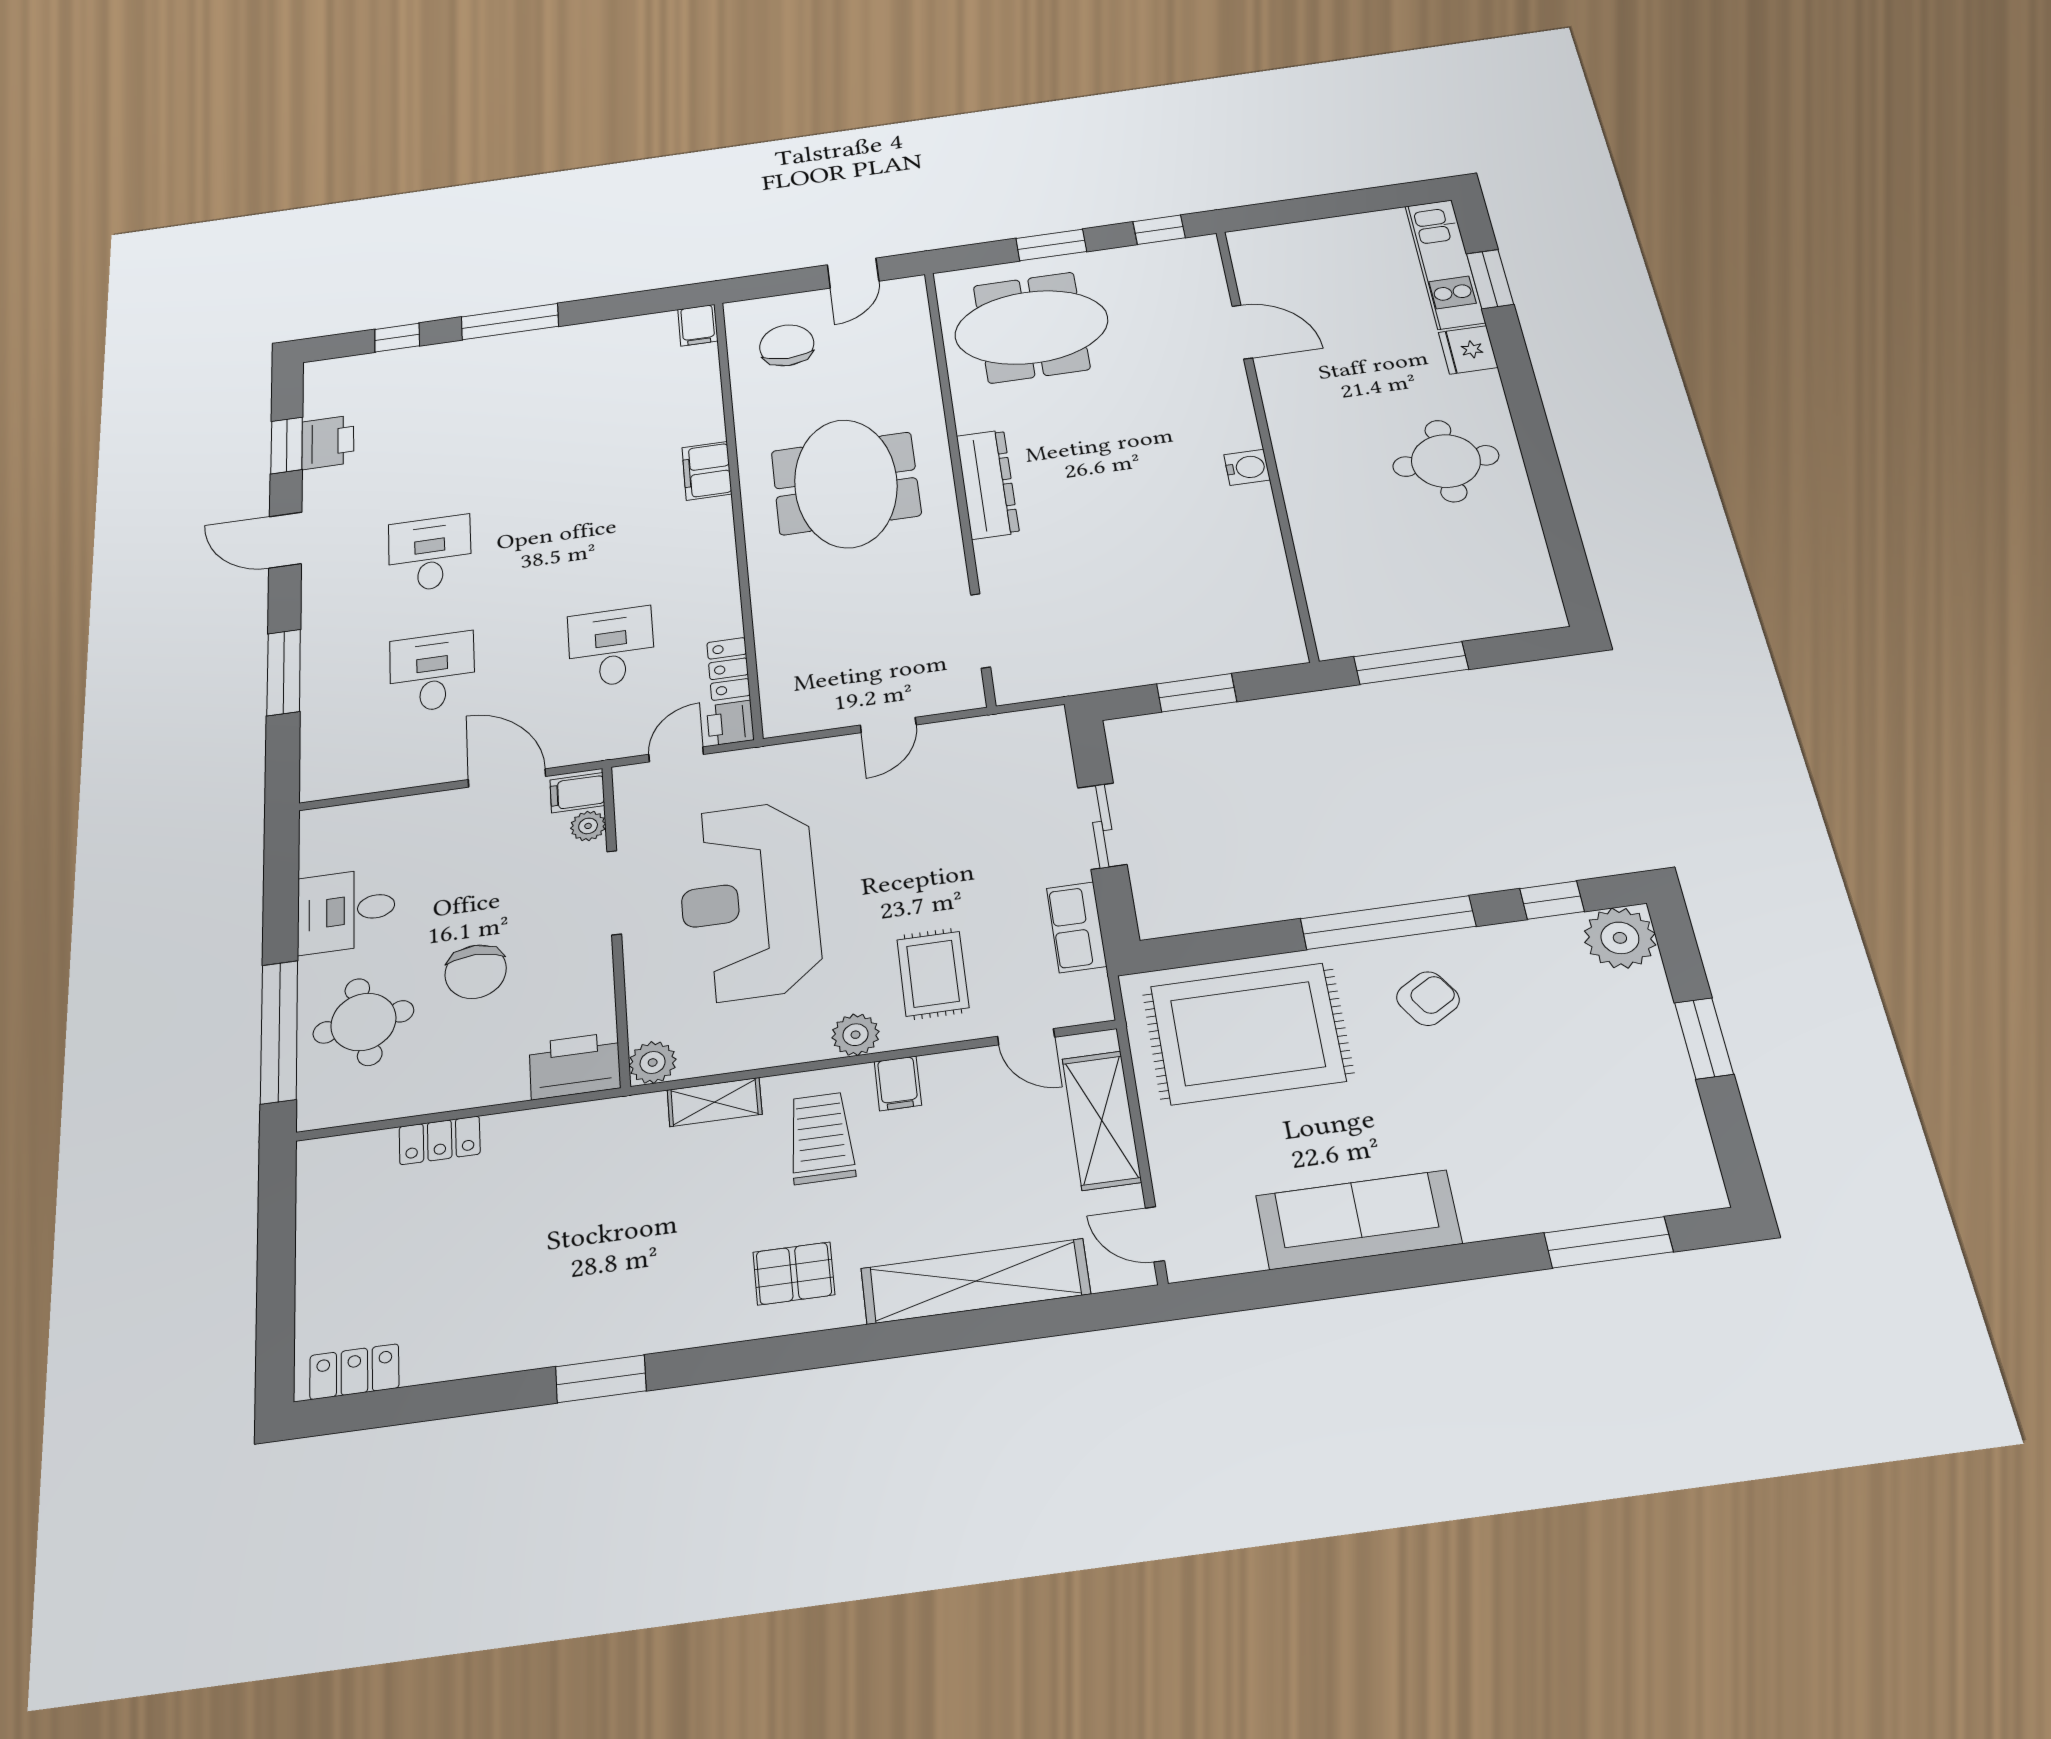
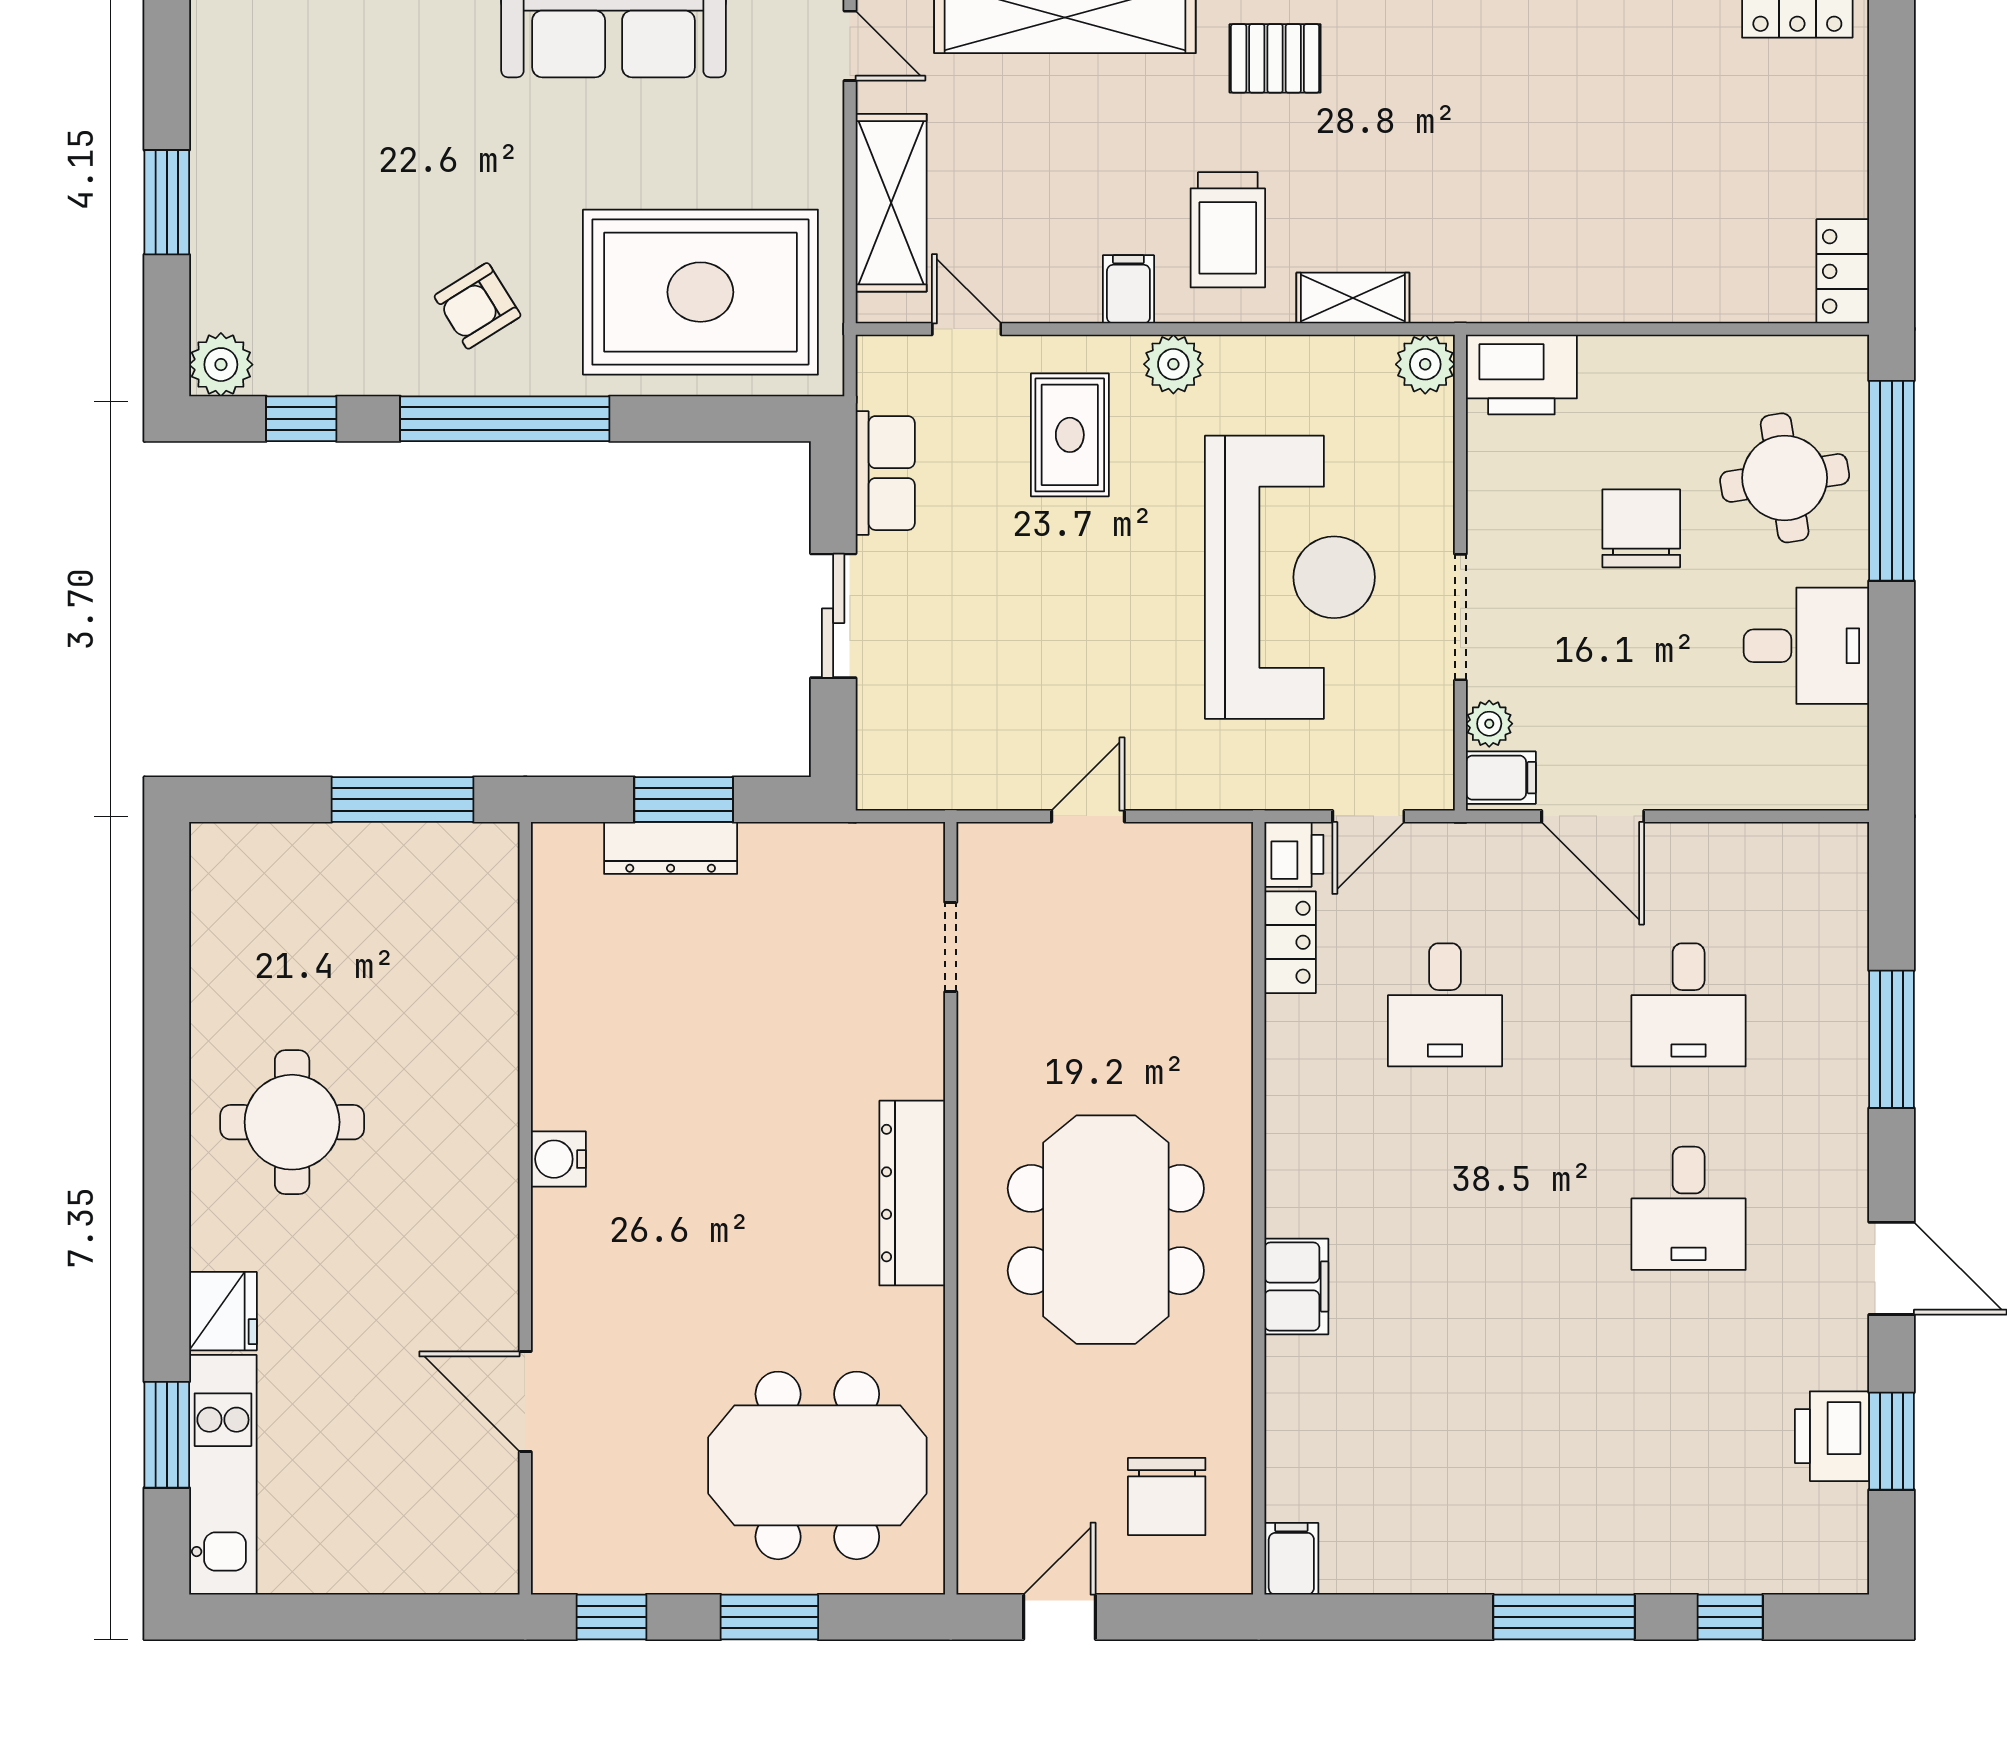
doorway: (980, 631) -> (951, 947), width x0.73
dresser: (1201, 662) -> (671, 848), added
plant: (1620, 938) -> (221, 365), width x0.73, depth x0.73
locker: (440, 1140) -> (1843, 271), moved, turned -90

